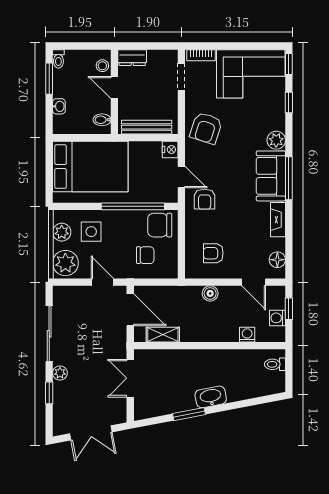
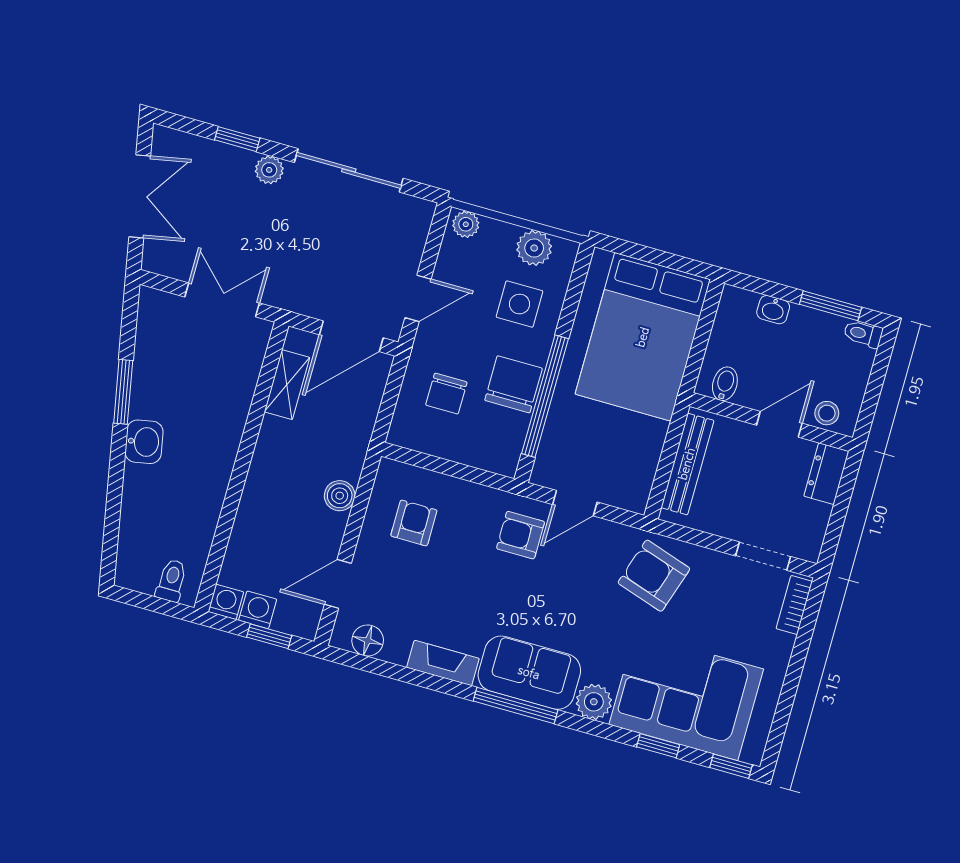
corner sofa: (251, 74) -> (686, 697), moved, turned 90
nightstand: (170, 150) -> (633, 497), removed
chair: (160, 225) -> (514, 384), moved
plant: (65, 263) -> (466, 224), width x0.53, depth x0.53
washing machine: (247, 335) -> (226, 602), moved, turned -90
washbasin: (211, 397) -> (144, 442), width x0.72
double door: (91, 433) -> (140, 196), swing flipped

